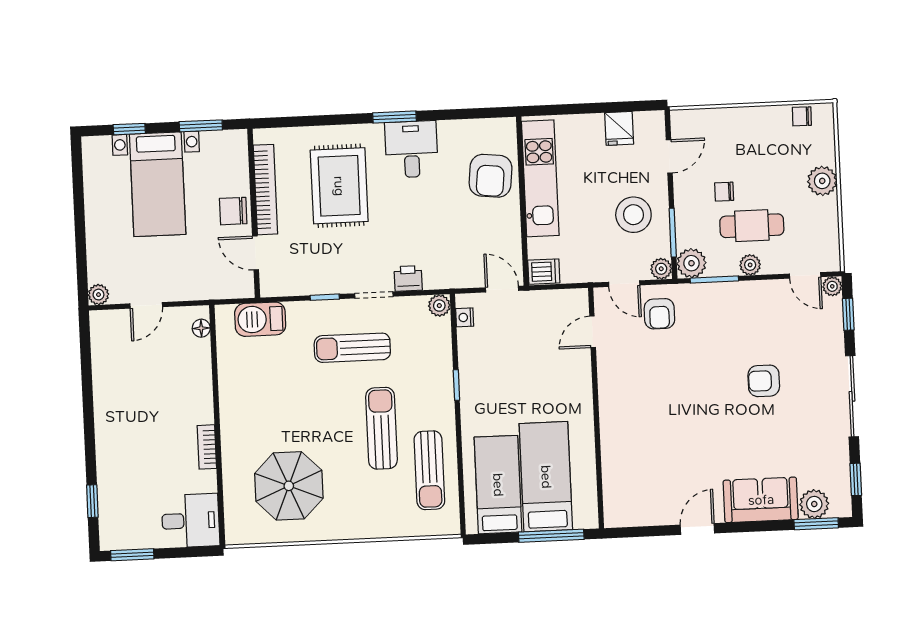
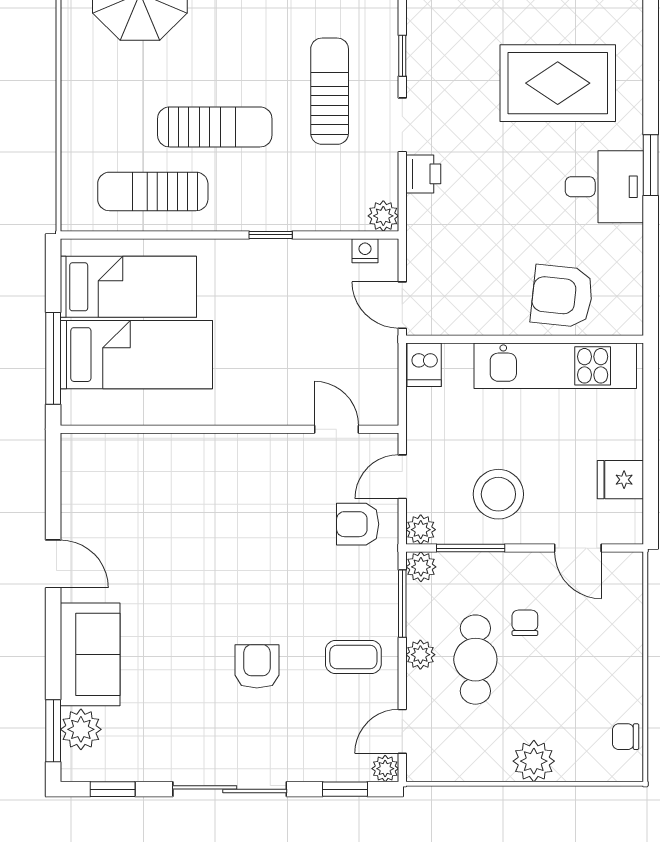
chair: (802, 116) -> (626, 737), turned -91
plant: (691, 263) -> (421, 567), width x0.73, depth x0.73
door: (502, 289) -> (402, 305), swing flipped
coffee table: (754, 313) -> (353, 657), added

